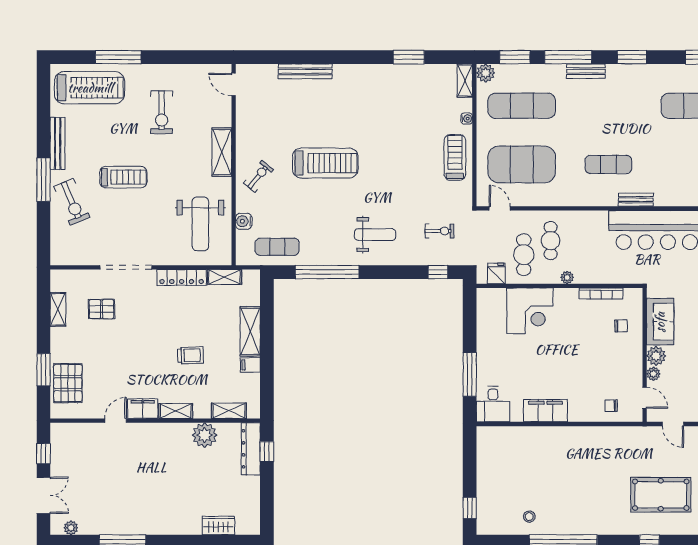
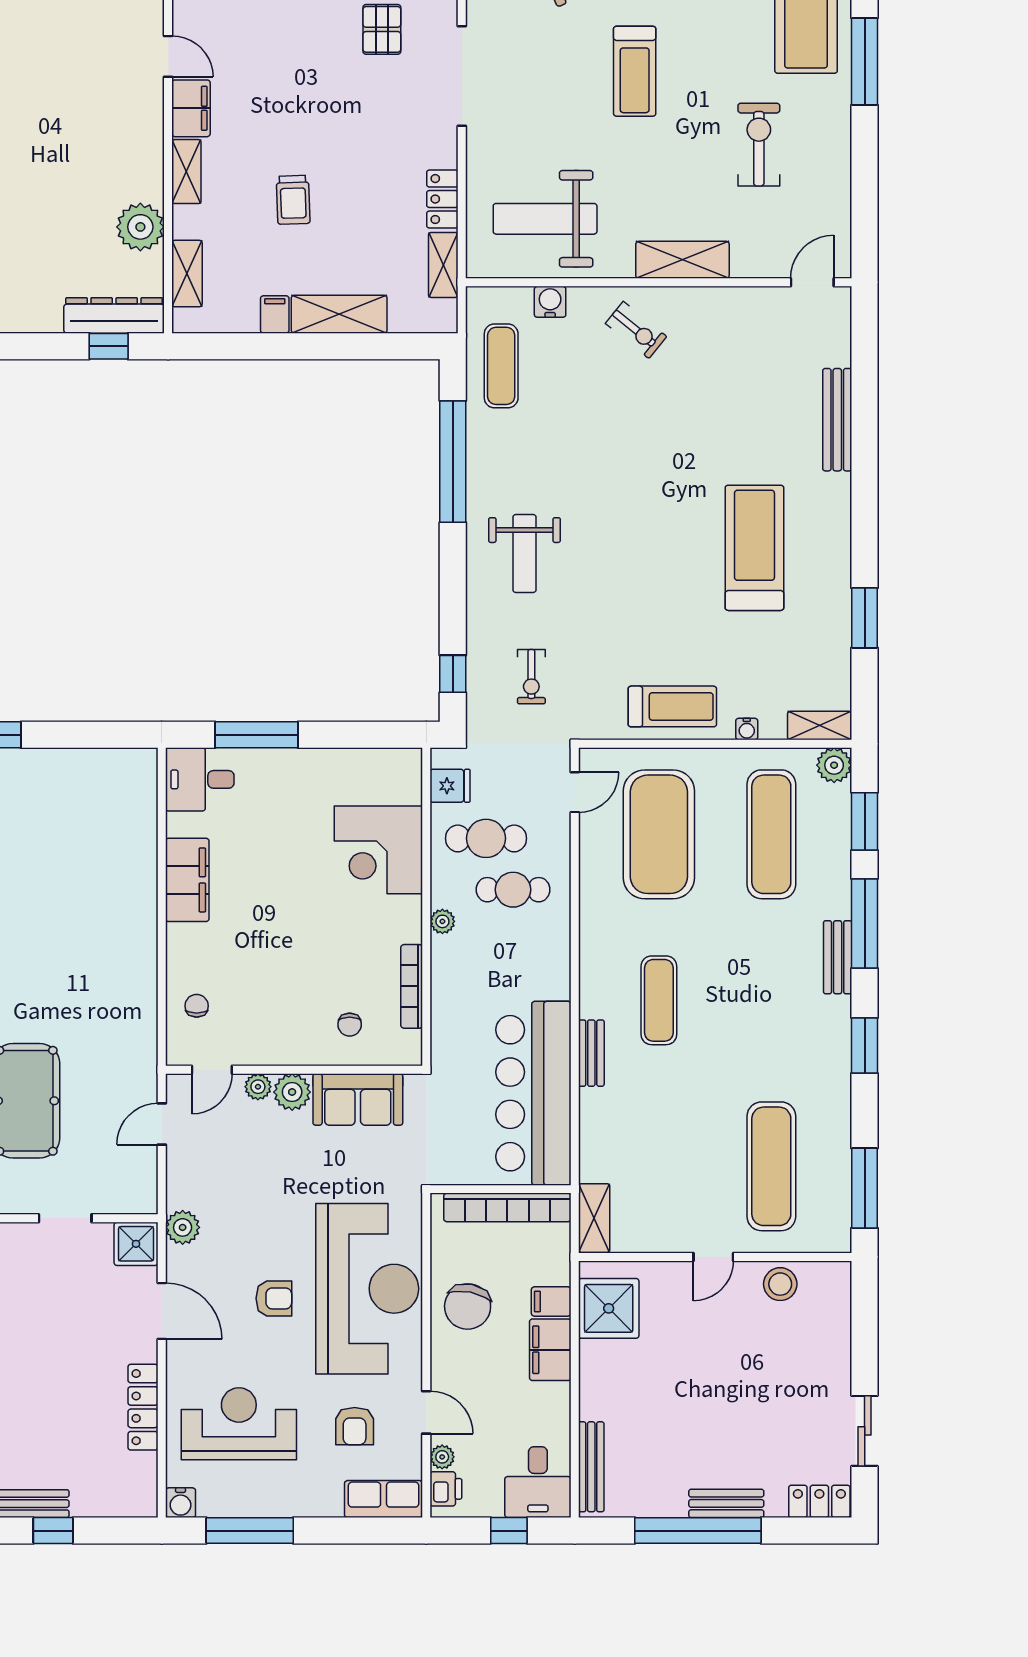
exercise bike: (162, 112) -> (759, 145), turned 90
treadmill: (325, 163) -> (754, 548), moved, turned 180
locker: (182, 277) -> (442, 199), width x0.66

